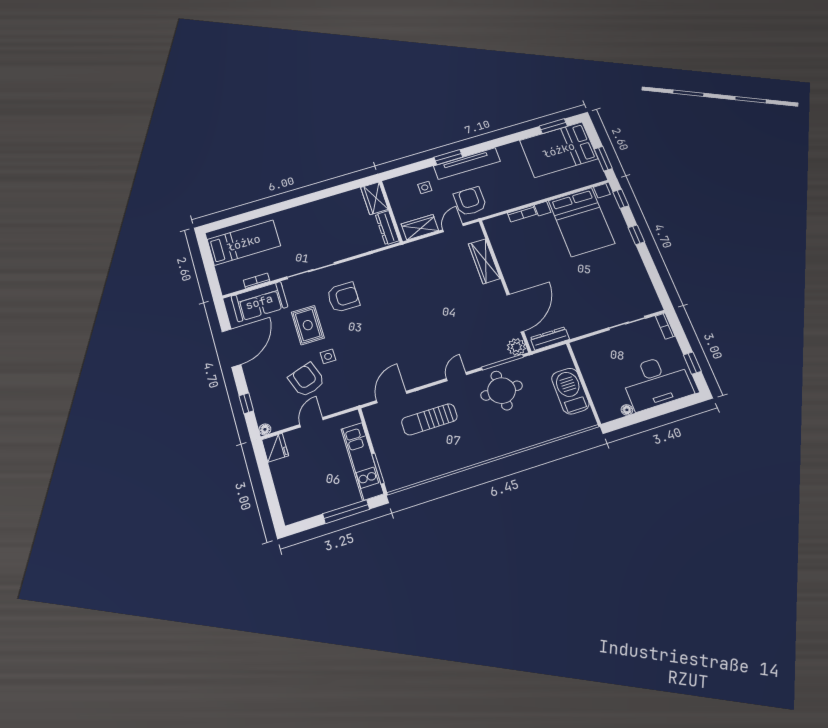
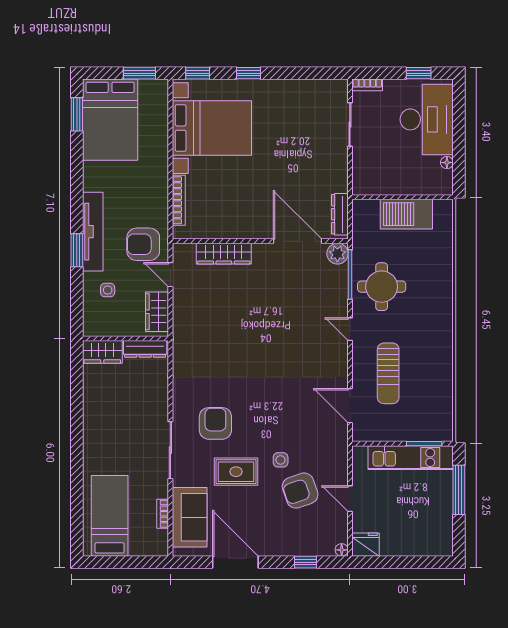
bookcase: (522, 214) -> (179, 200), width x1.56

